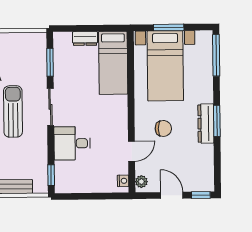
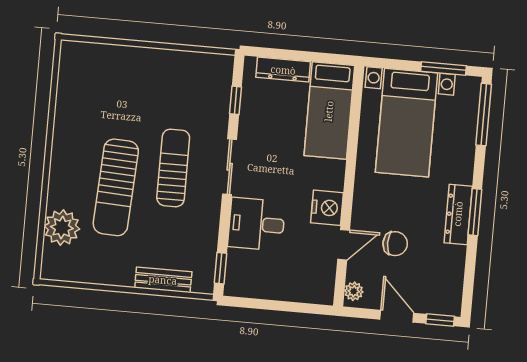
window: (169, 27) -> (444, 68), moved
dresser: (85, 39) -> (283, 70), width x1.44
window: (50, 62) -> (235, 100), width x0.67
chair: (163, 128) -> (395, 244), moved
nightstand: (123, 181) -> (327, 208), moved, width x1.89, depth x1.79

